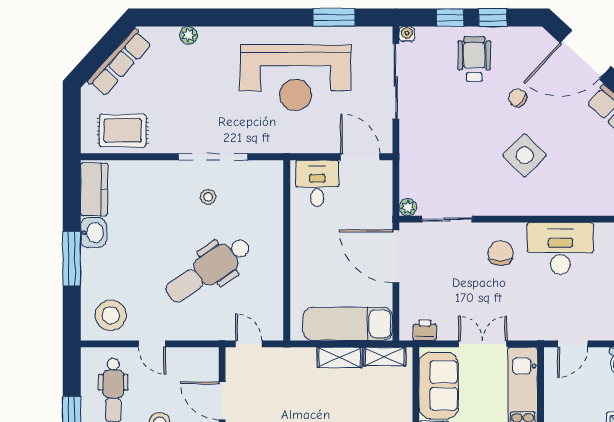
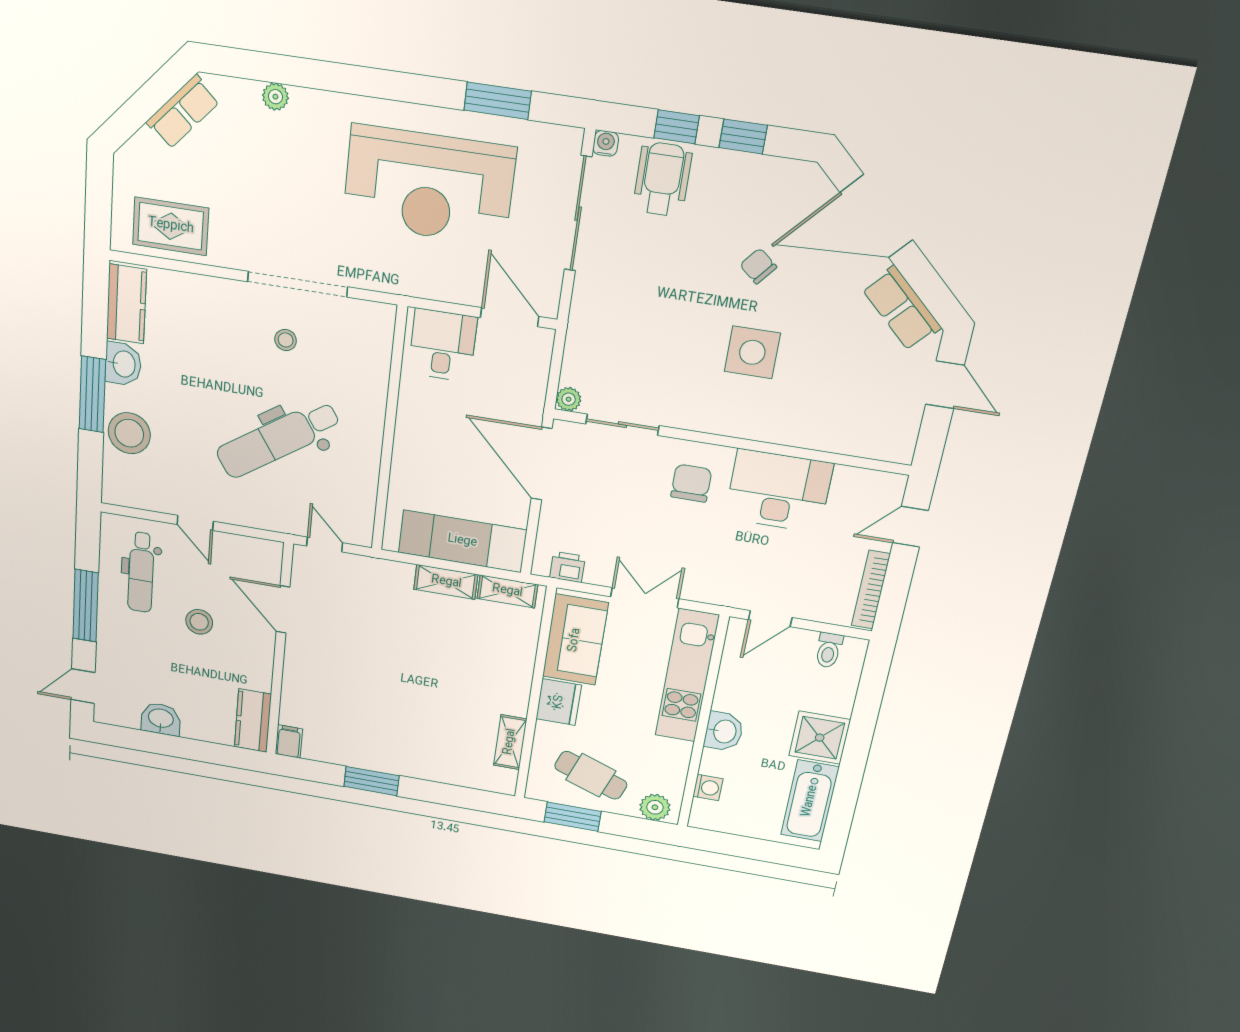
wheelchair: (474, 59) -> (662, 179), moved
row of seats: (119, 62) -> (183, 112), width x0.68
side table: (525, 155) -> (752, 352), turned 45
stool: (111, 315) -> (129, 433), moved

